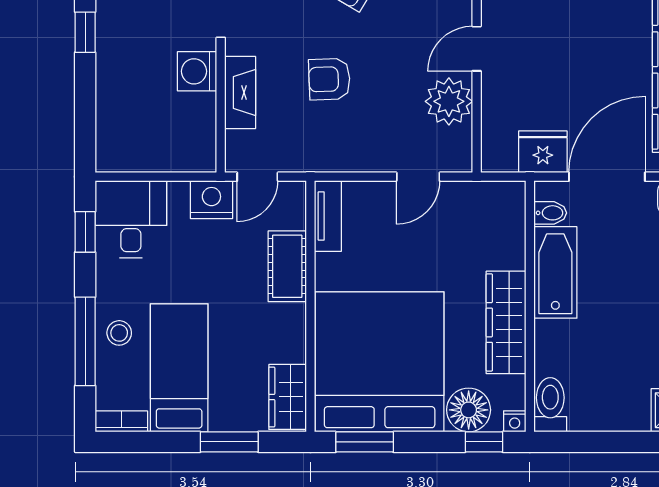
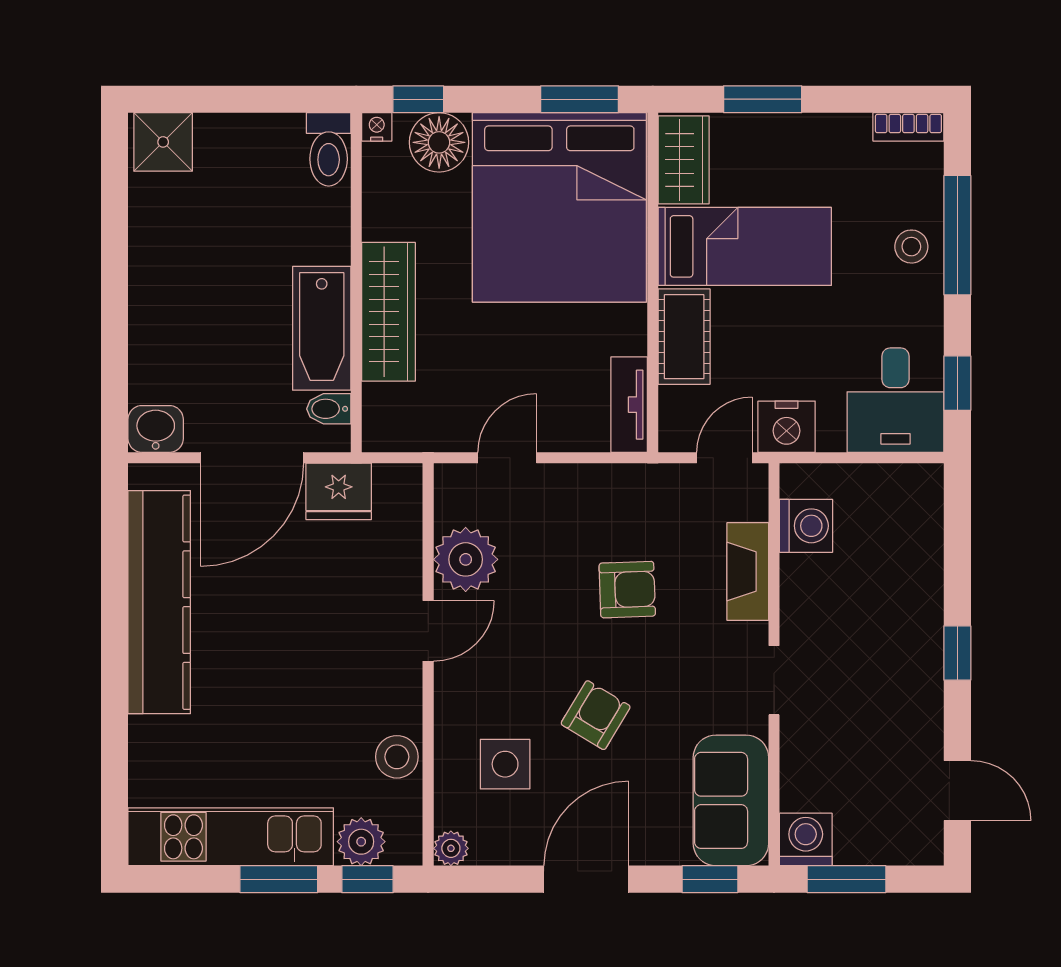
washing machine: (197, 71) -> (806, 526), moved
wardrobe: (506, 322) -> (388, 312), moved
bed: (179, 368) -> (745, 246), moved, turned -90

